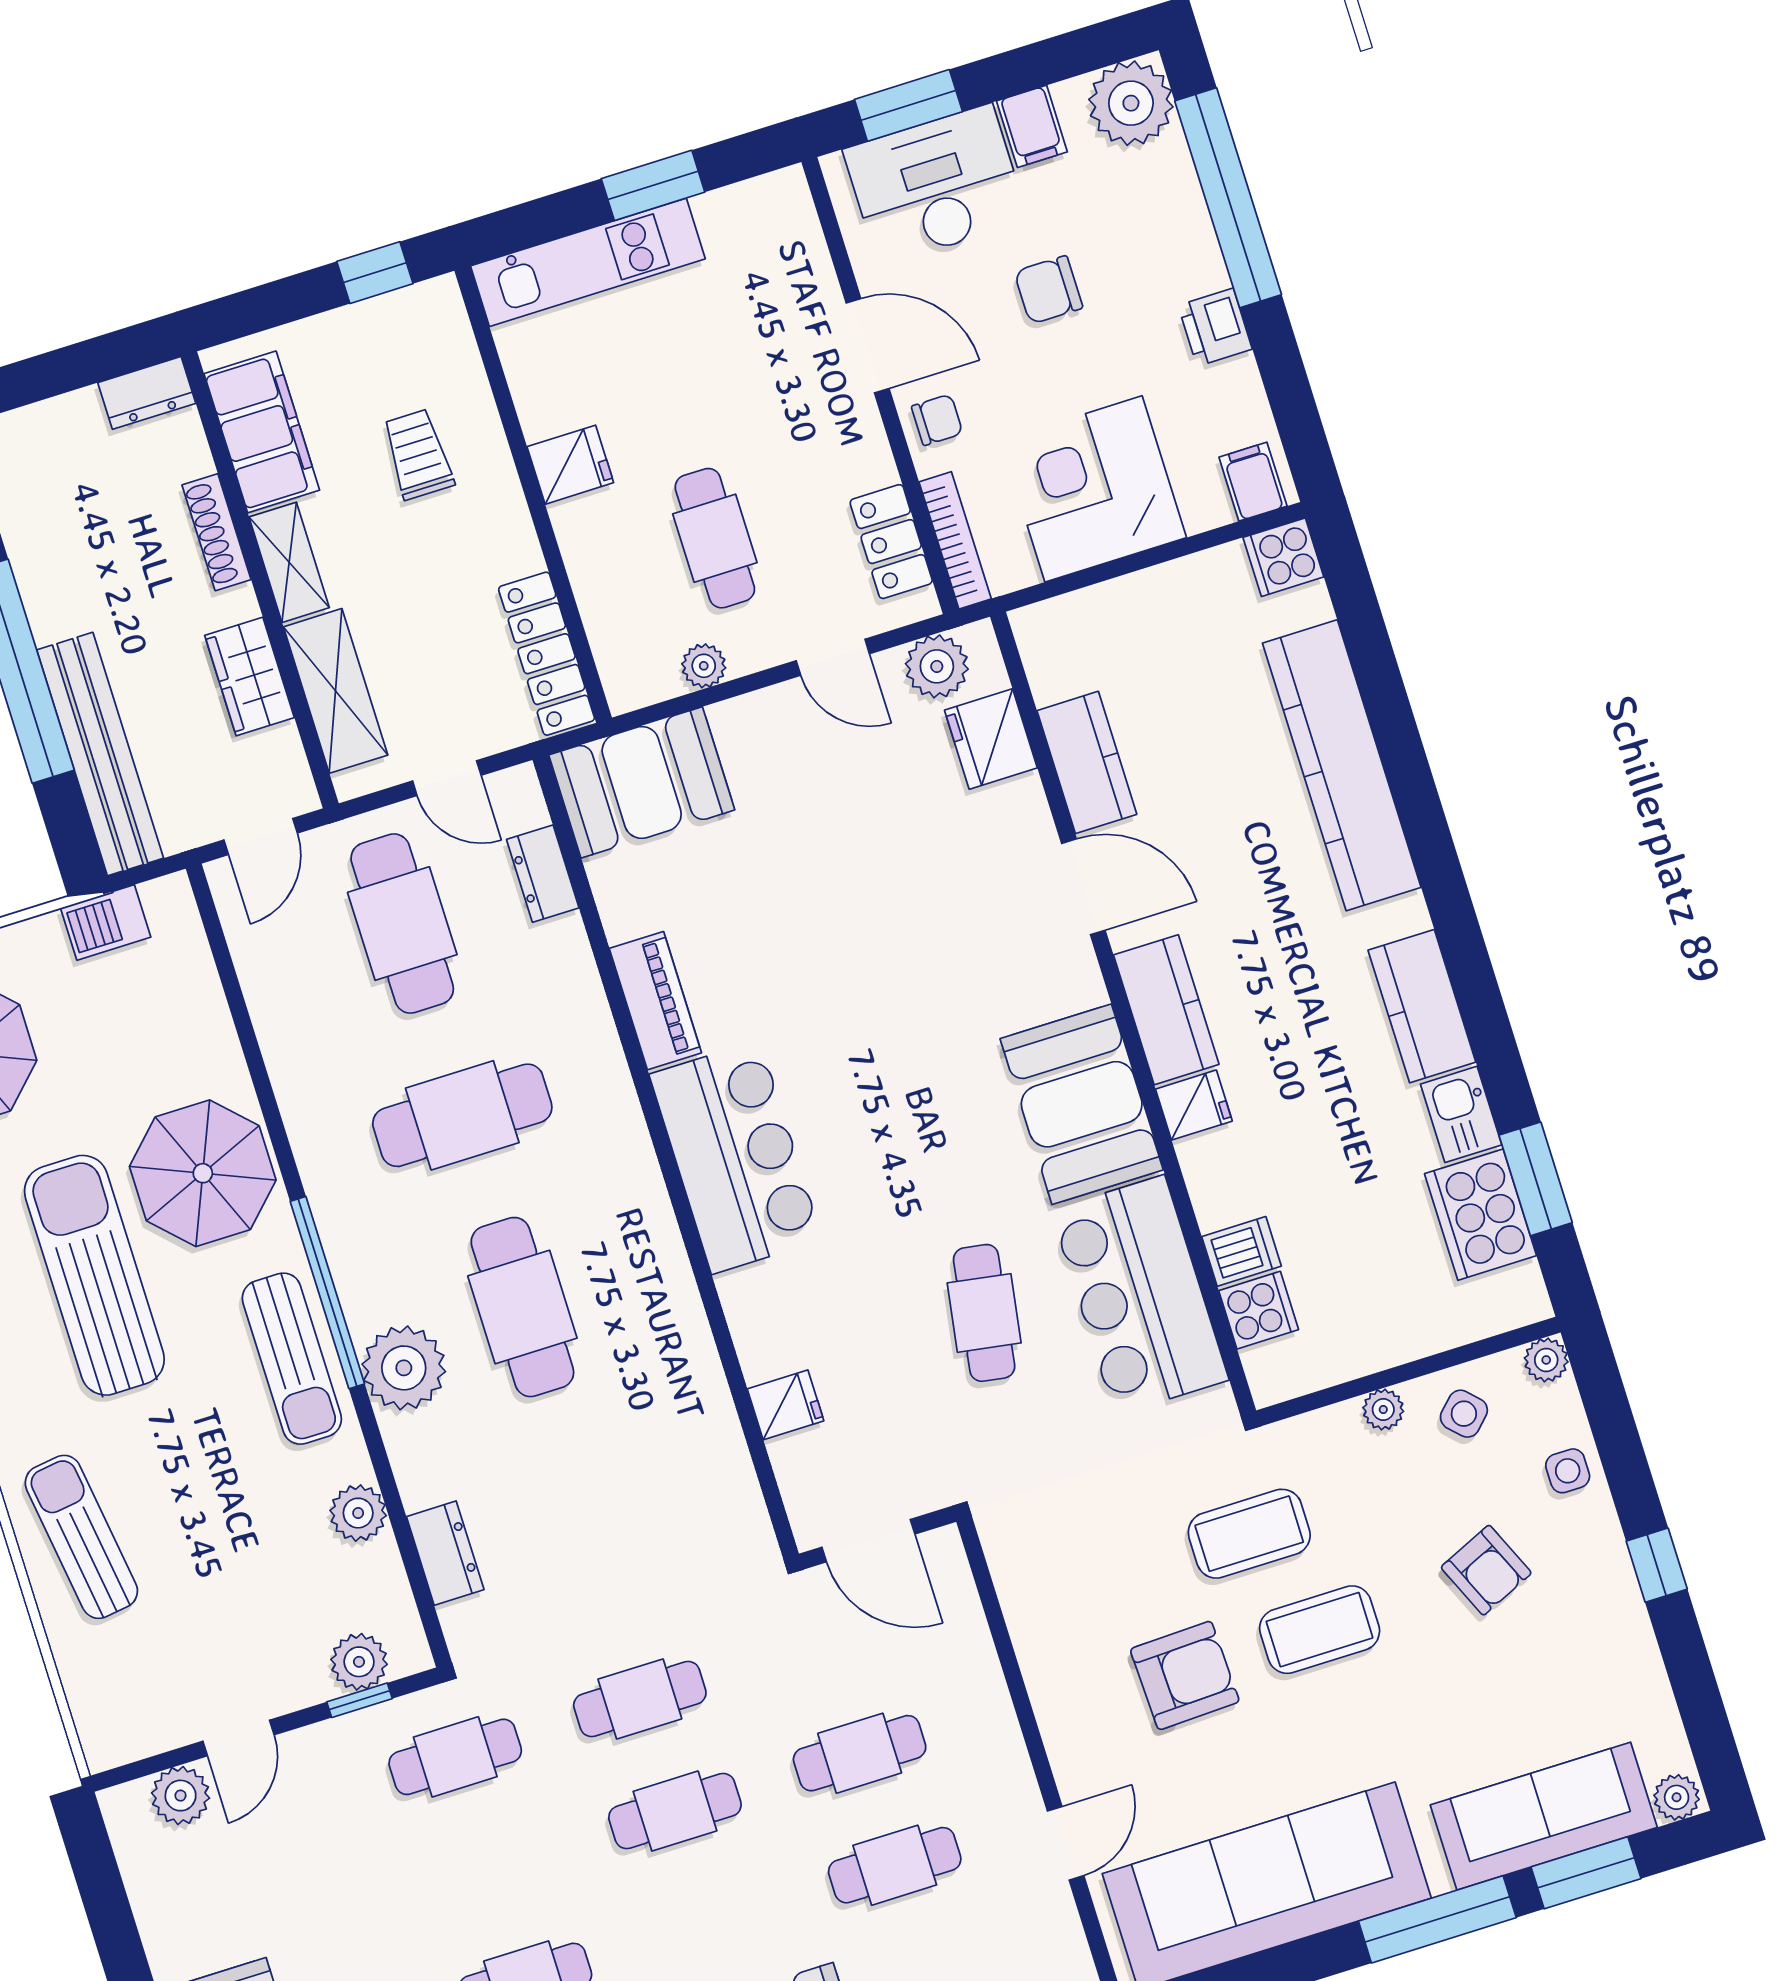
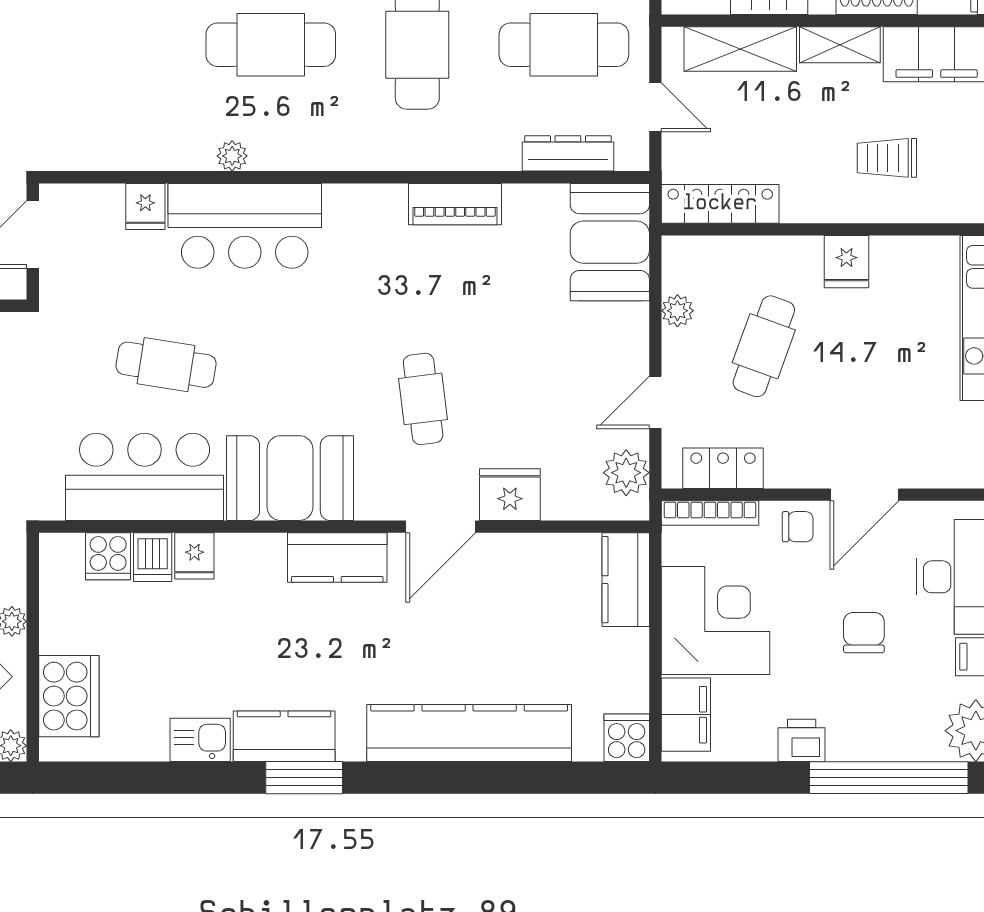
chair: (937, 420) -> (798, 527), turned -90
trolley: (418, 454) -> (887, 158), turned 180
filing cabinet: (1253, 482) -> (686, 715), width x2.00
cafe table: (715, 538) -> (764, 346), turned -70
fridge: (991, 739) -> (510, 495), moved
kitchen counter: (1087, 762) -> (626, 580), moved, turned 90
door: (447, 778) -> (655, 107), swing flipped
dresser: (543, 874) -> (568, 153), width x1.44
cafe table: (924, 962) -> (423, 399), added
fridge: (1194, 1105) -> (194, 556), moved
bar counter: (736, 1157) -> (245, 226), moved
window: (1536, 1179) -> (304, 778), moved
cooker: (1481, 1215) -> (69, 696), moved, turned 90
plant: (684, 1312) -> (232, 156), added

